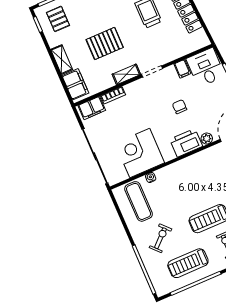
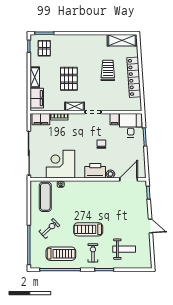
pallet: (105, 43) -> (69, 79), turned 90
treadmill: (188, 263) -> (61, 254), turned 180

